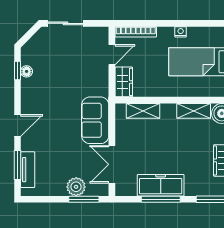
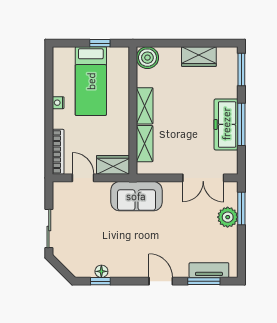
shelving: (194, 111) -> (145, 106), moved
sofa: (95, 120) -> (136, 196), moved

